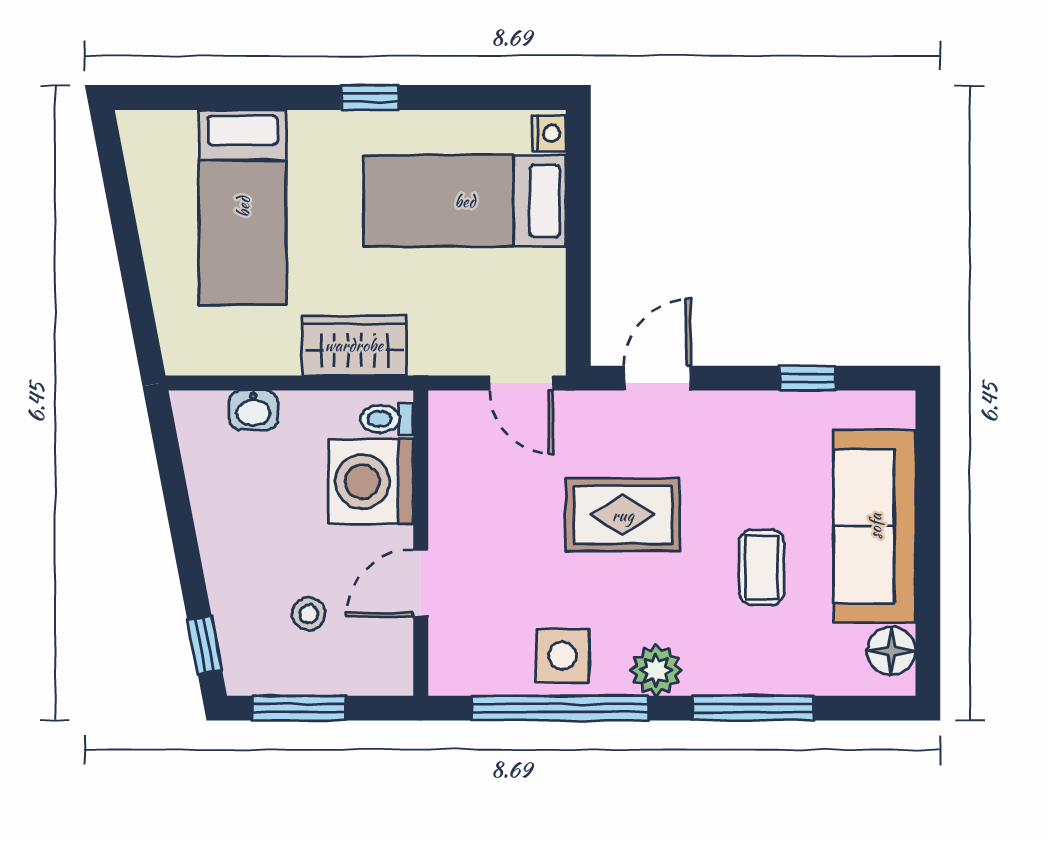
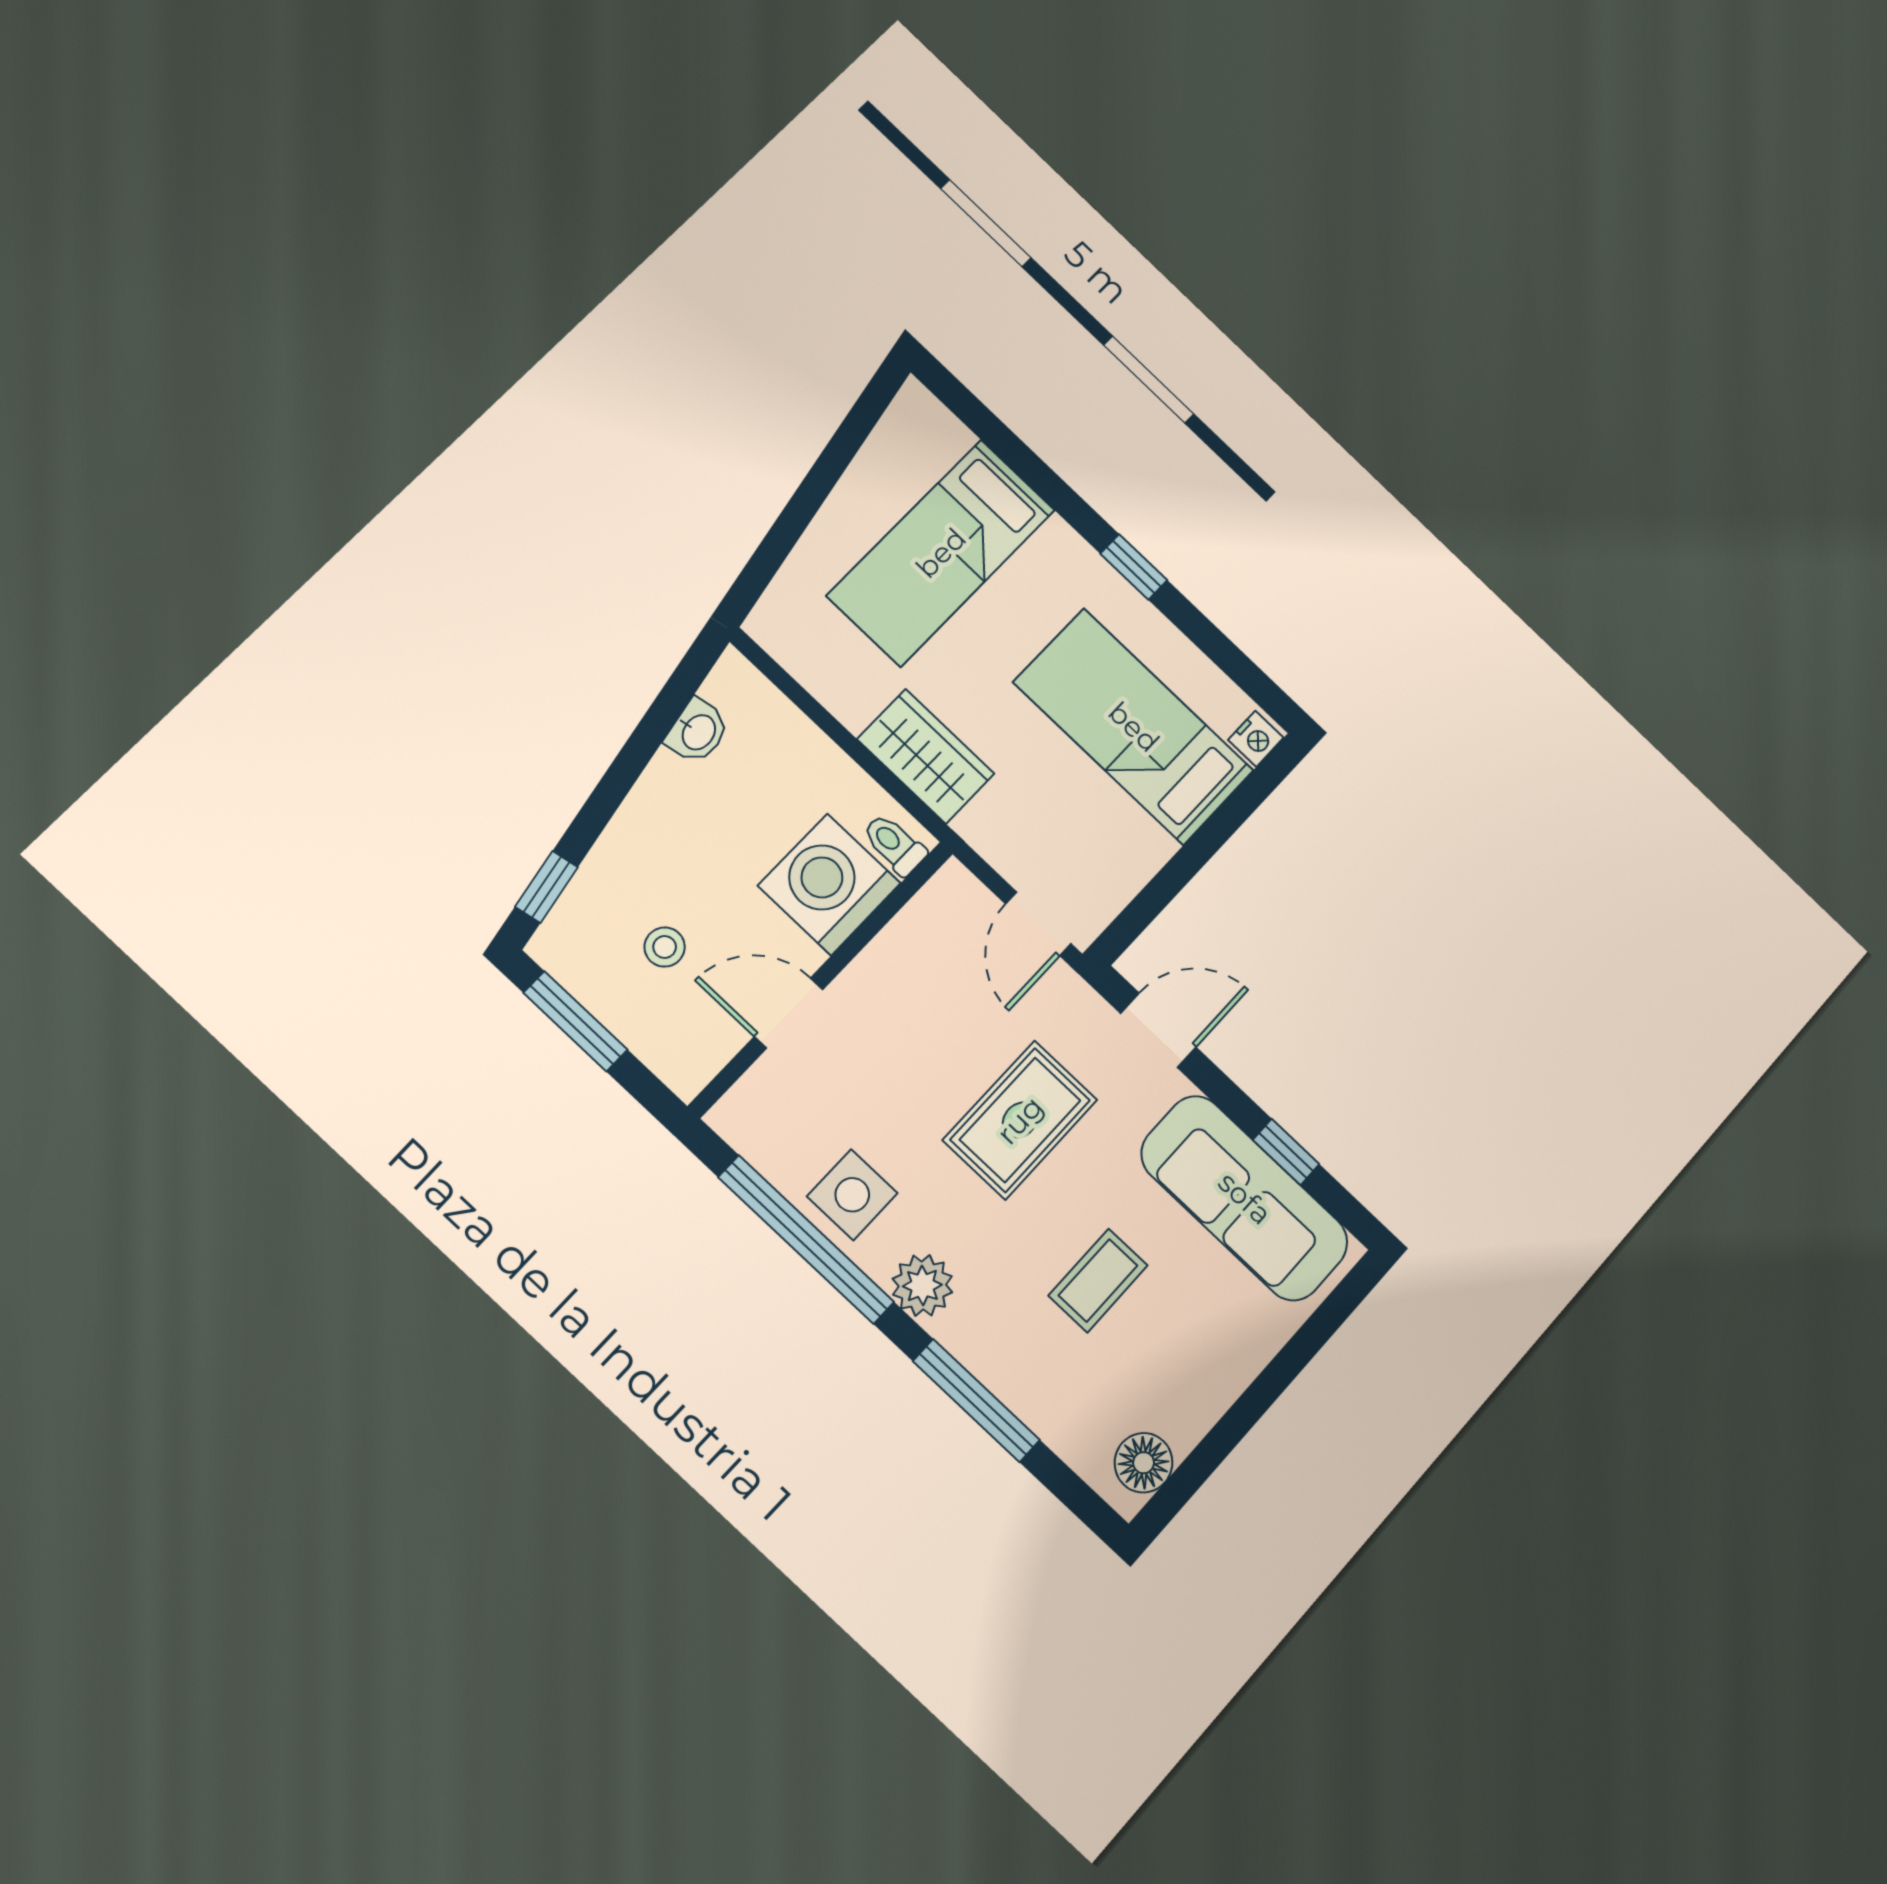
washbasin: (253, 410) -> (698, 732), moved, turned -101
rug: (623, 515) -> (1020, 1120), turned 90
sofa: (875, 526) -> (1245, 1198), moved, turned -90

